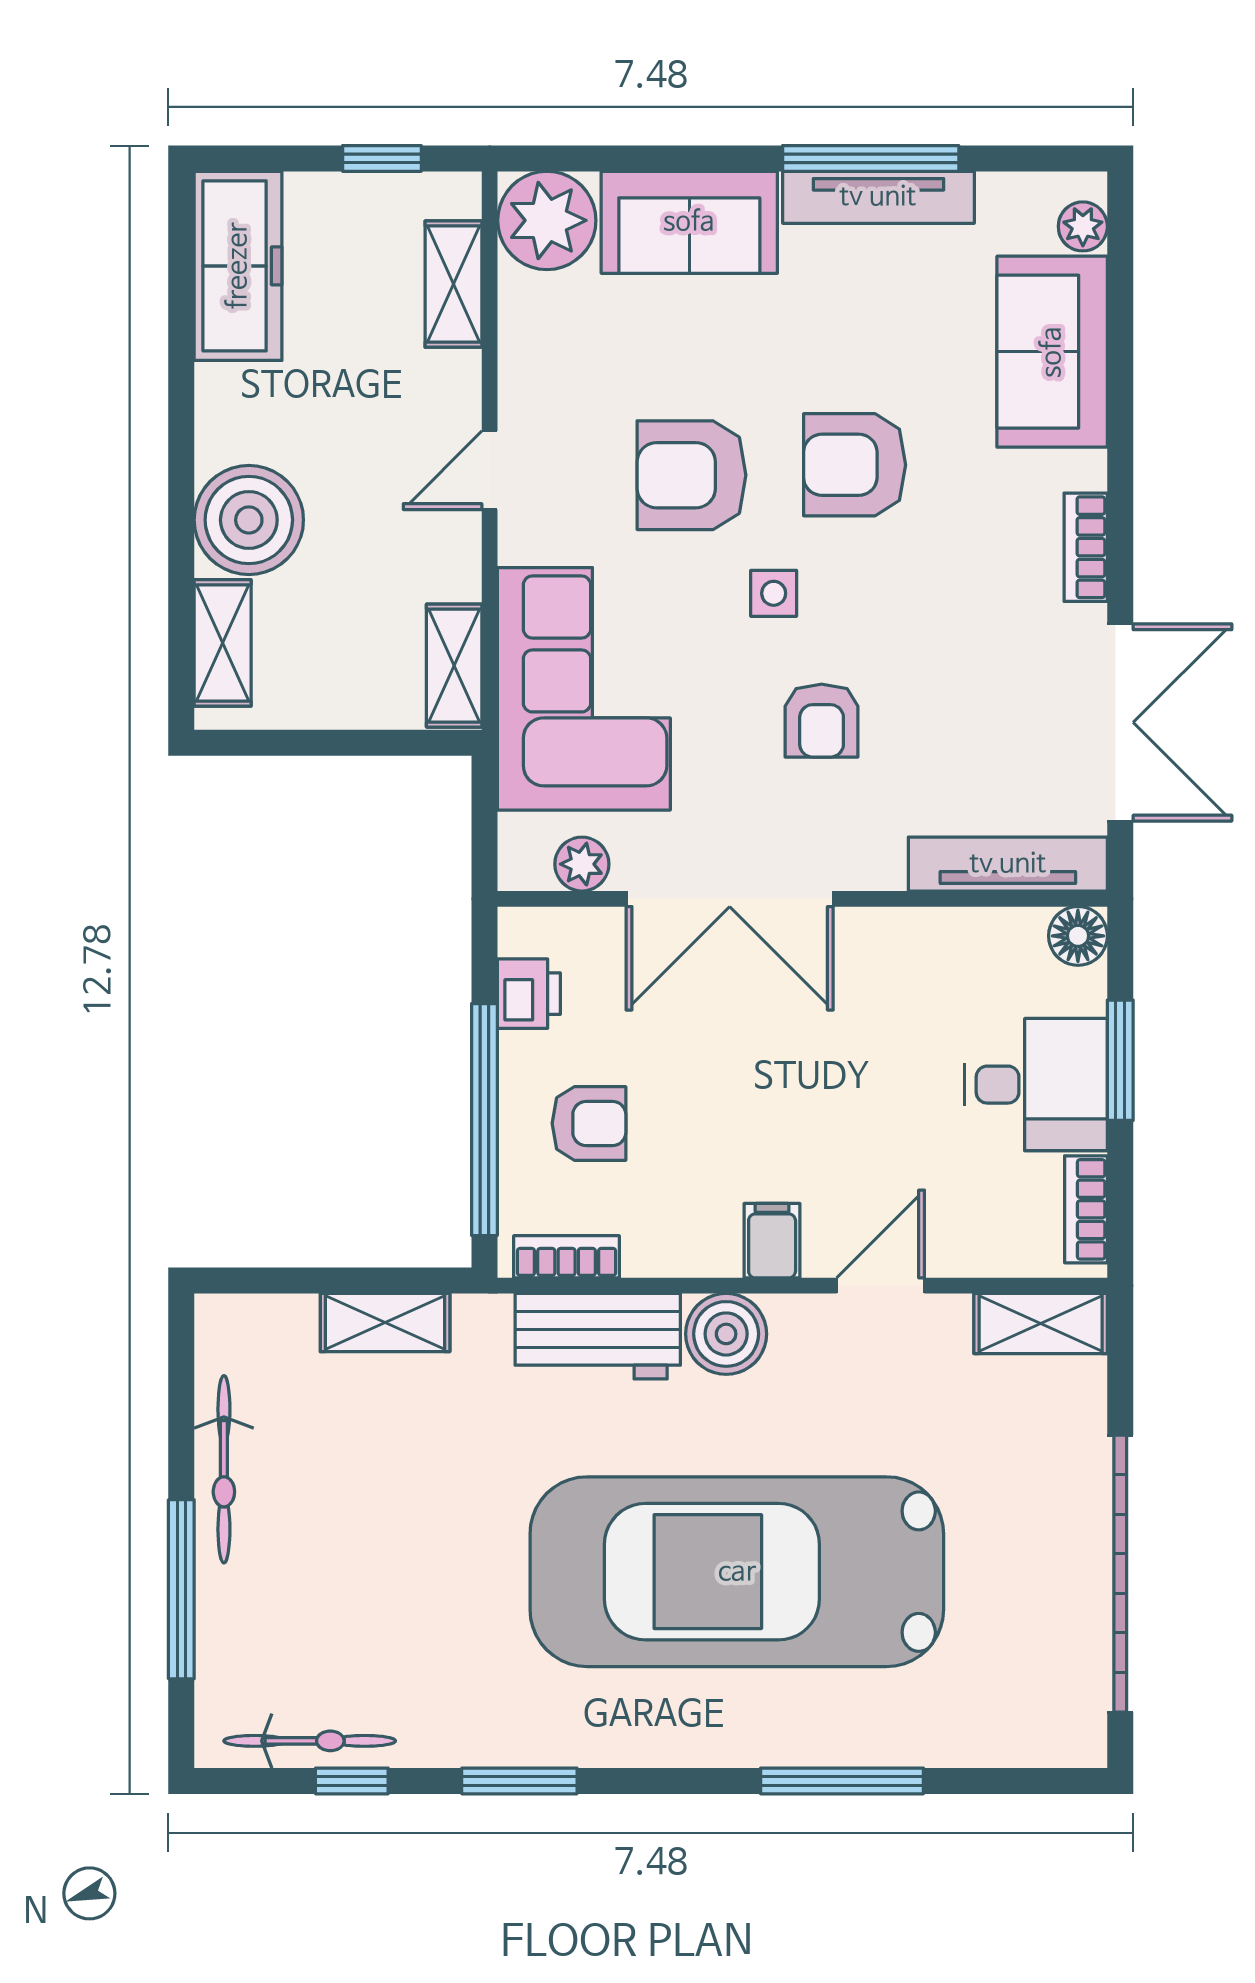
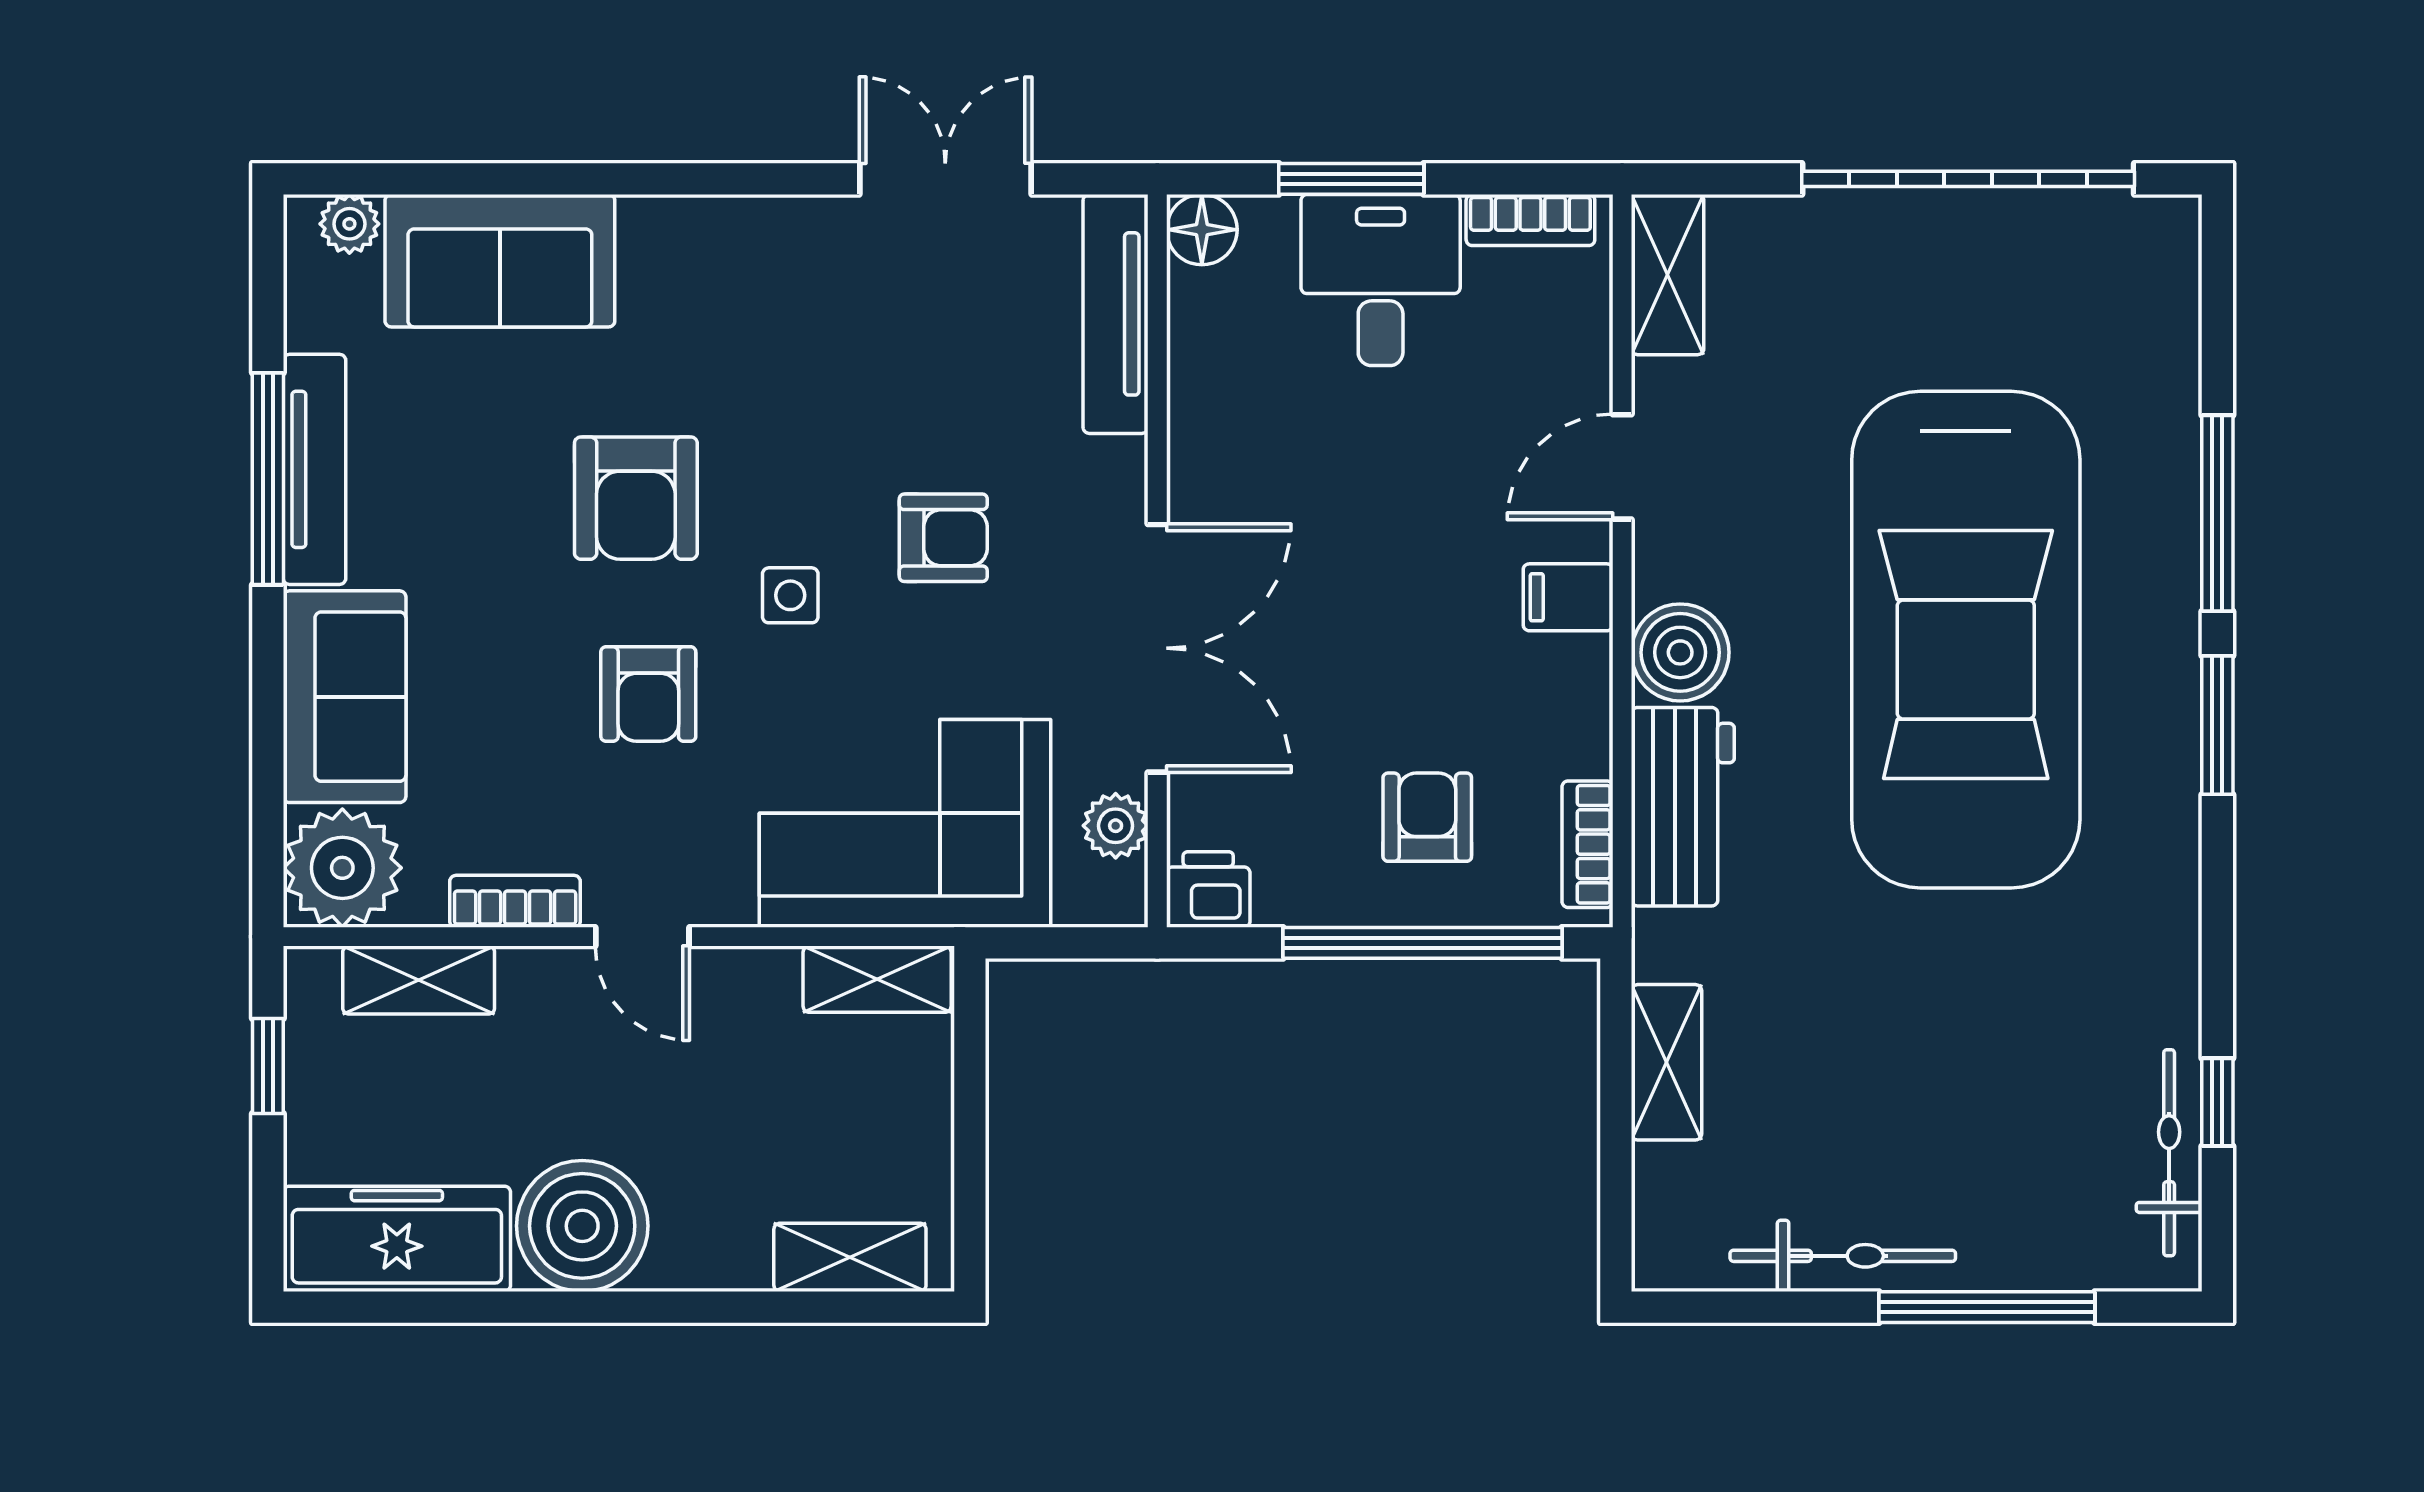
armchair: (691, 475) -> (648, 694), width x0.72, depth x0.72
boiler: (249, 520) -> (582, 1226), moved
bookcase: (1086, 547) -> (515, 901), moved, turned 180
double door: (1120, 722) -> (945, 179), width x0.73
printer: (529, 994) -> (1208, 889), moved
door: (881, 1286) -> (1622, 467), hinge flipped
window: (519, 1781) -> (2217, 725), moved

